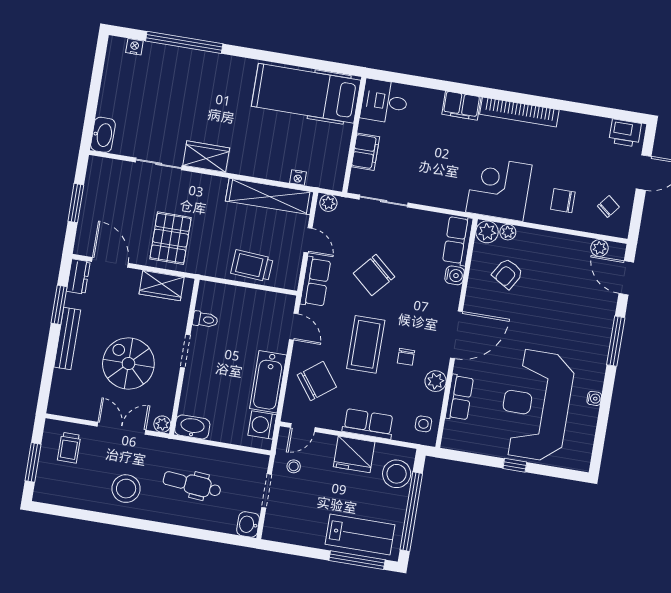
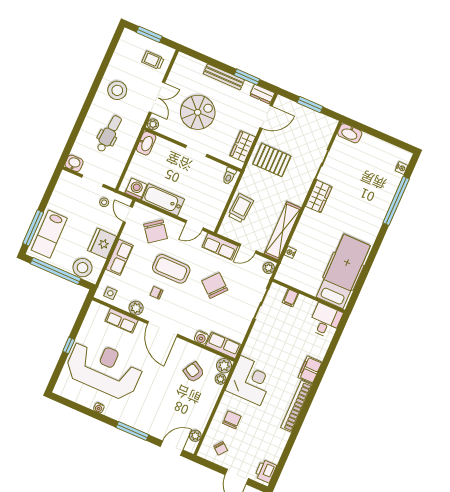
filing cabinet: (365, 152) -> (291, 298), width x0.50
toilet: (205, 320) -> (229, 176), moved

